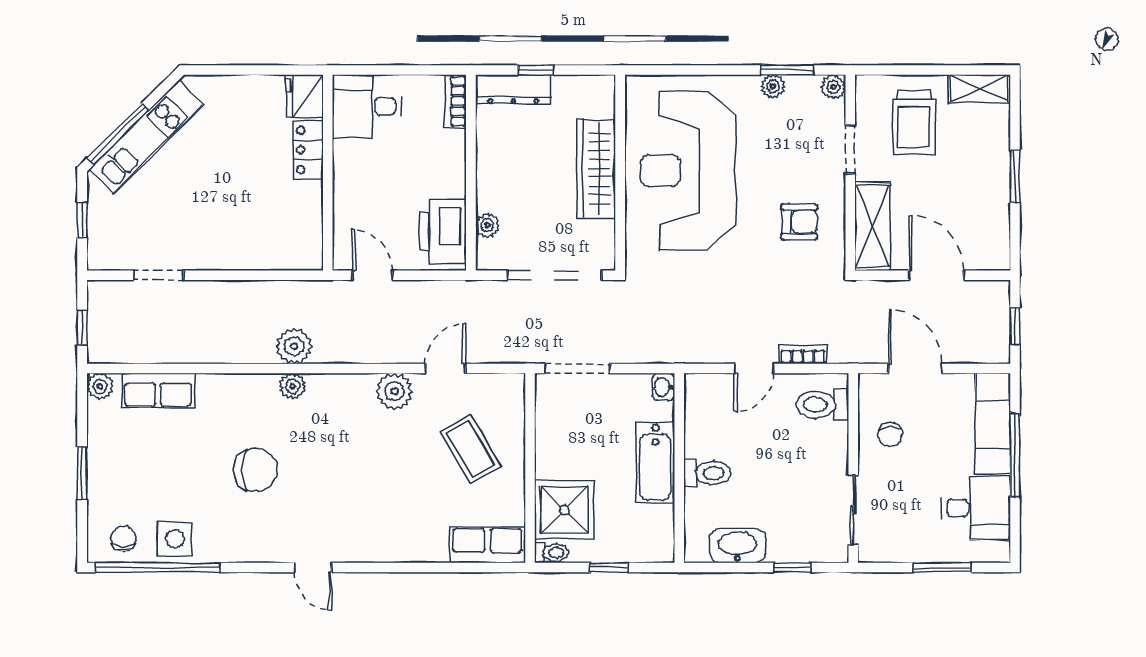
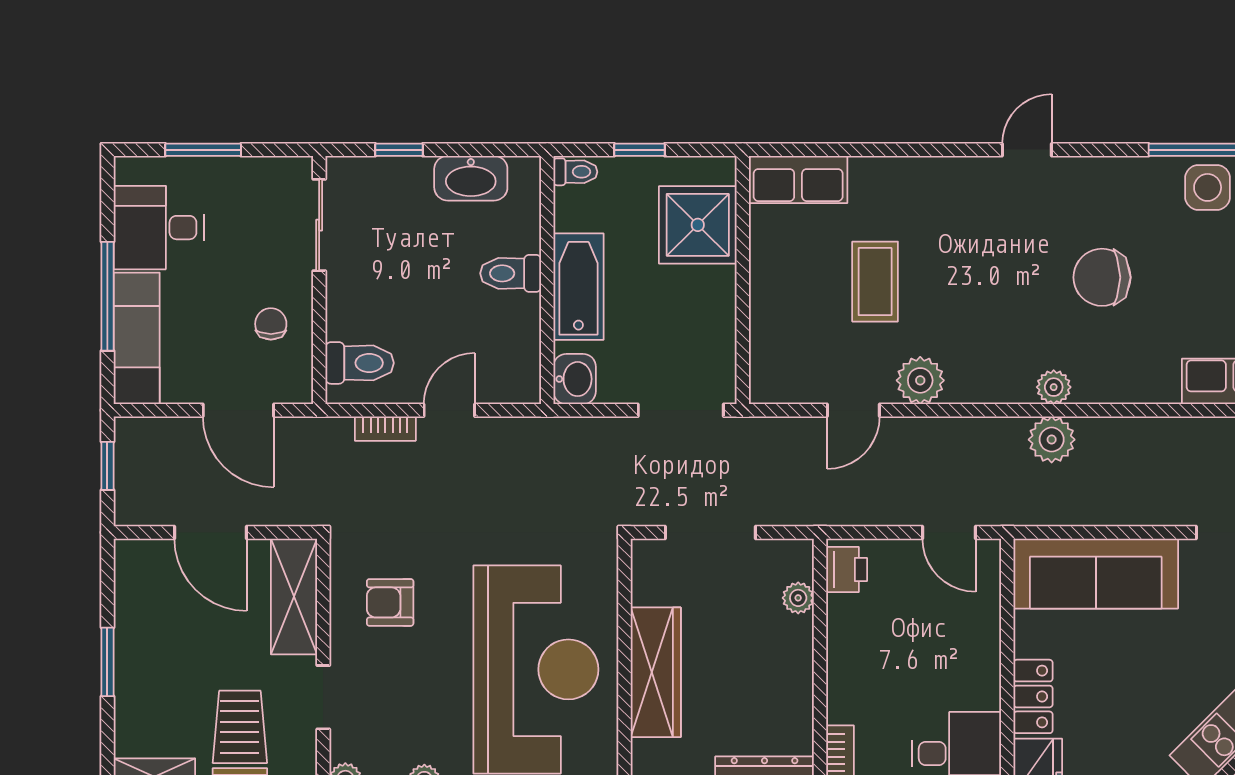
printer: (443, 232) -> (847, 570), width x0.53, depth x0.68
sofa: (260, 244) -> (1096, 574), added
doorway: (555, 275) -> (710, 532), width x0.73
washbasin: (663, 387) -> (575, 379), width x1.38, depth x1.45
coffee table: (471, 449) -> (875, 282), moved, turned 30
toilet: (551, 553) -> (575, 172), moved, turned 180
door: (313, 568) -> (1027, 150), hinge flipped

